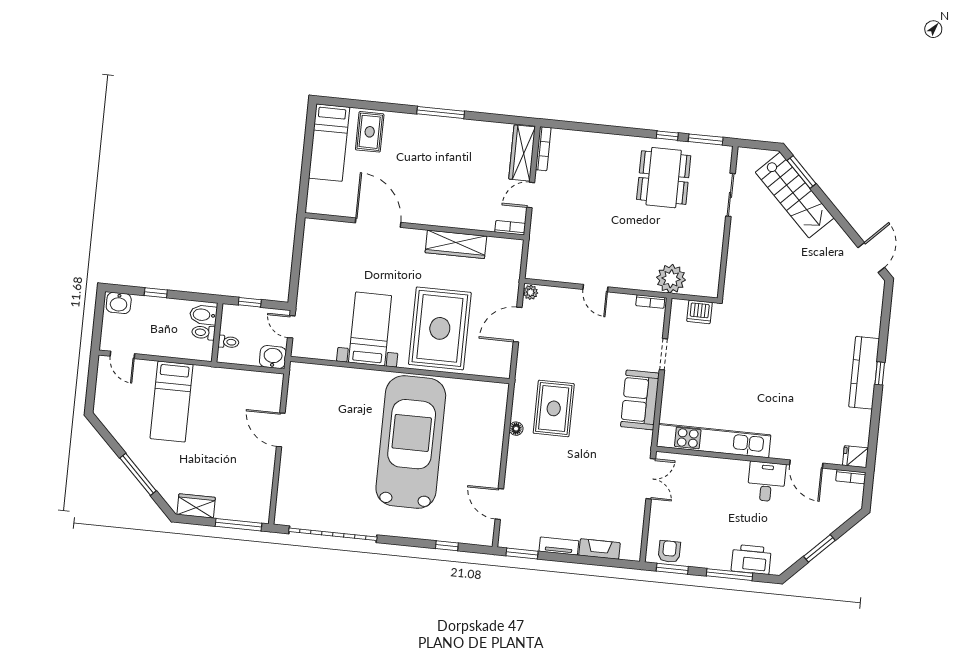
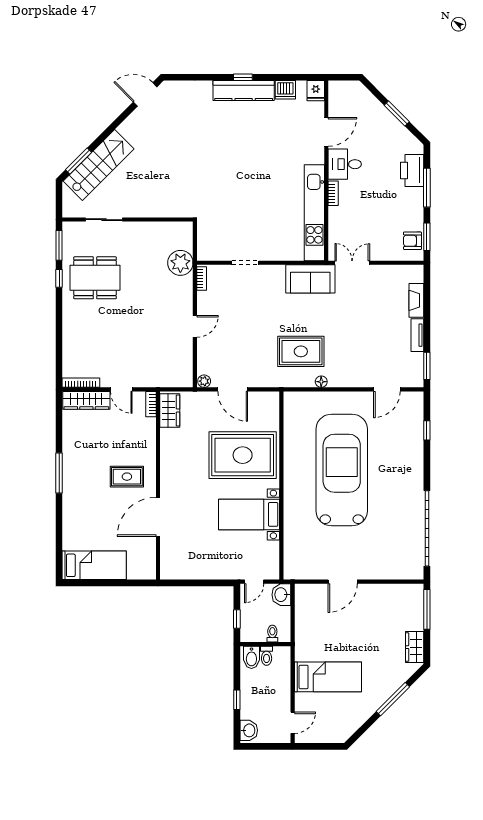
rug: (370, 132) -> (127, 477), moved
wardrobe: (456, 244) -> (170, 411), moved, width x0.67
dishwasher: (699, 312) -> (285, 90), moved, turned 90
sofa: (640, 400) -> (310, 279), moved
car: (411, 442) -> (342, 470), turned 90
bookcase: (851, 477) -> (333, 193), moved

